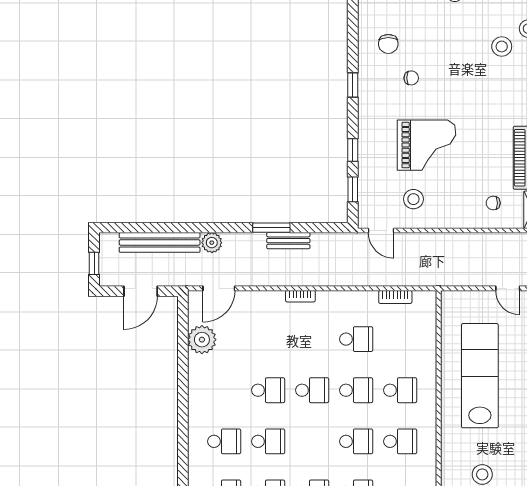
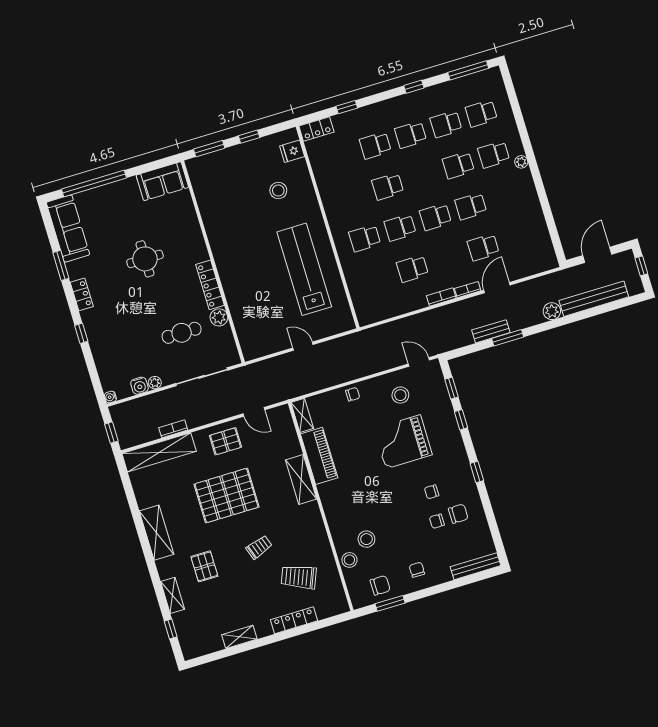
chair: (415, 43) -> (437, 521), added
chair: (388, 44) -> (458, 514), turned 90
chair: (493, 203) -> (353, 394), moved
door: (219, 288) -> (497, 288), moved
bookcase: (395, 297) -> (441, 297), moved
plant: (202, 340) -> (521, 162), moved, width x0.53, depth x0.53
lab bench: (480, 376) -> (304, 269), turned 180
school desk: (400, 441) -> (483, 247), moved

